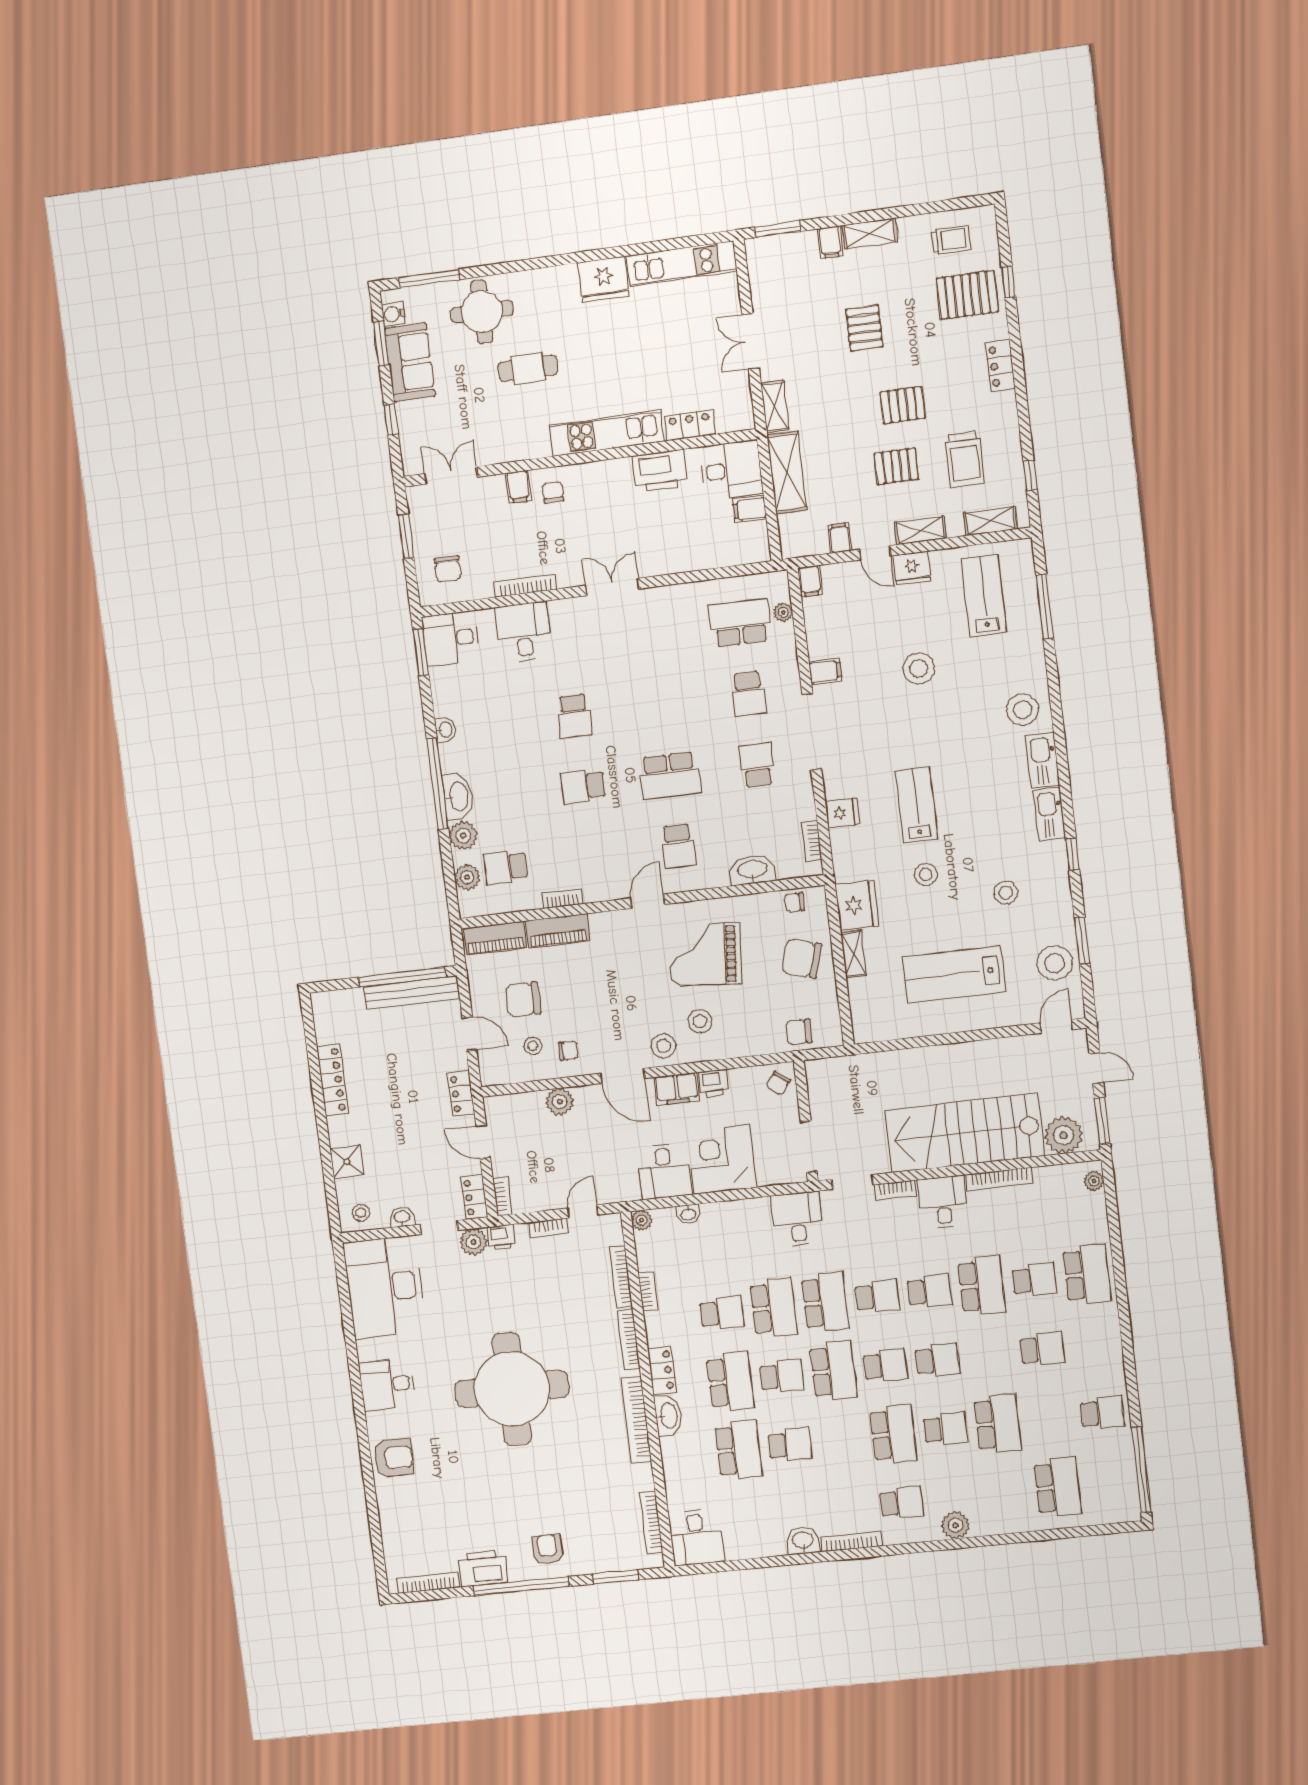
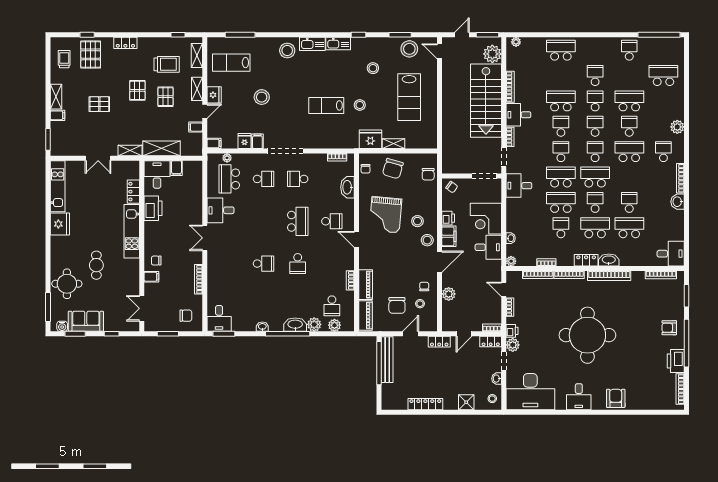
desk: (523, 632) -> (220, 210), moved
fridge: (842, 813) -> (244, 141), moved
school desk: (1034, 1280) -> (595, 101), moved

